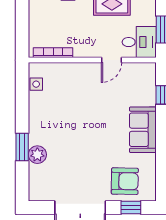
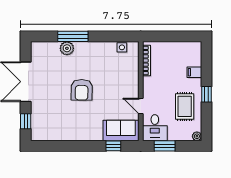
sofa: (143, 130) -> (121, 131), moved
window: (22, 147) -> (73, 36), width x1.44
armchair: (125, 181) -> (82, 90), moved

